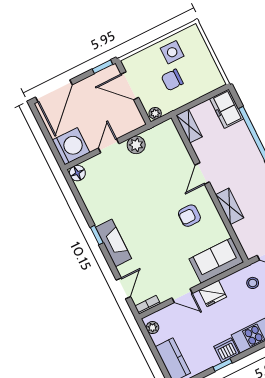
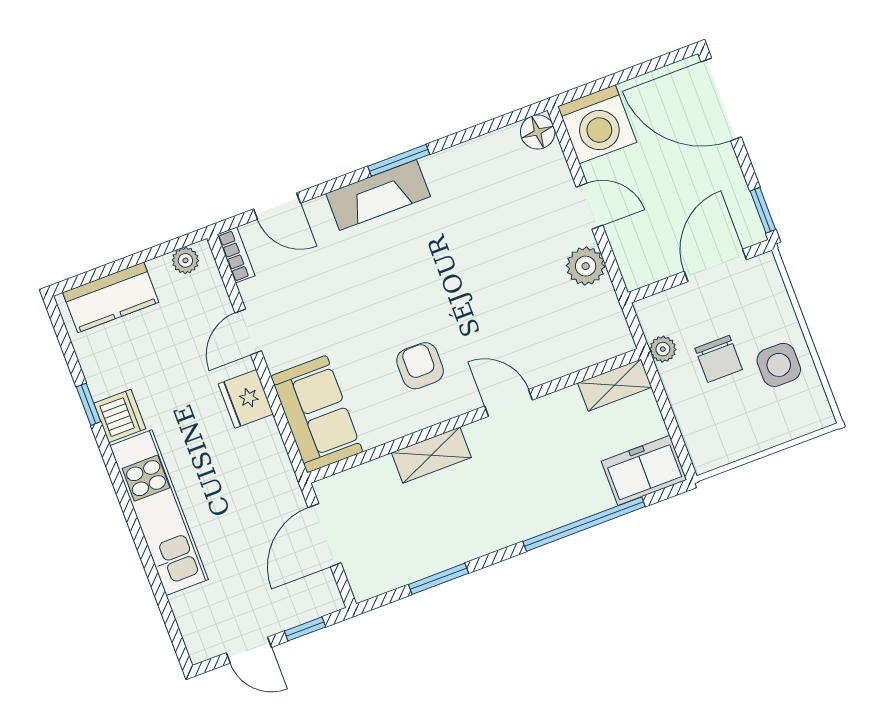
chair: (172, 80) -> (719, 359), turned 180
plant: (155, 113) -> (663, 349), moved
window: (97, 235) -> (399, 160), width x1.50
stool: (253, 283) -> (260, 488), removed

